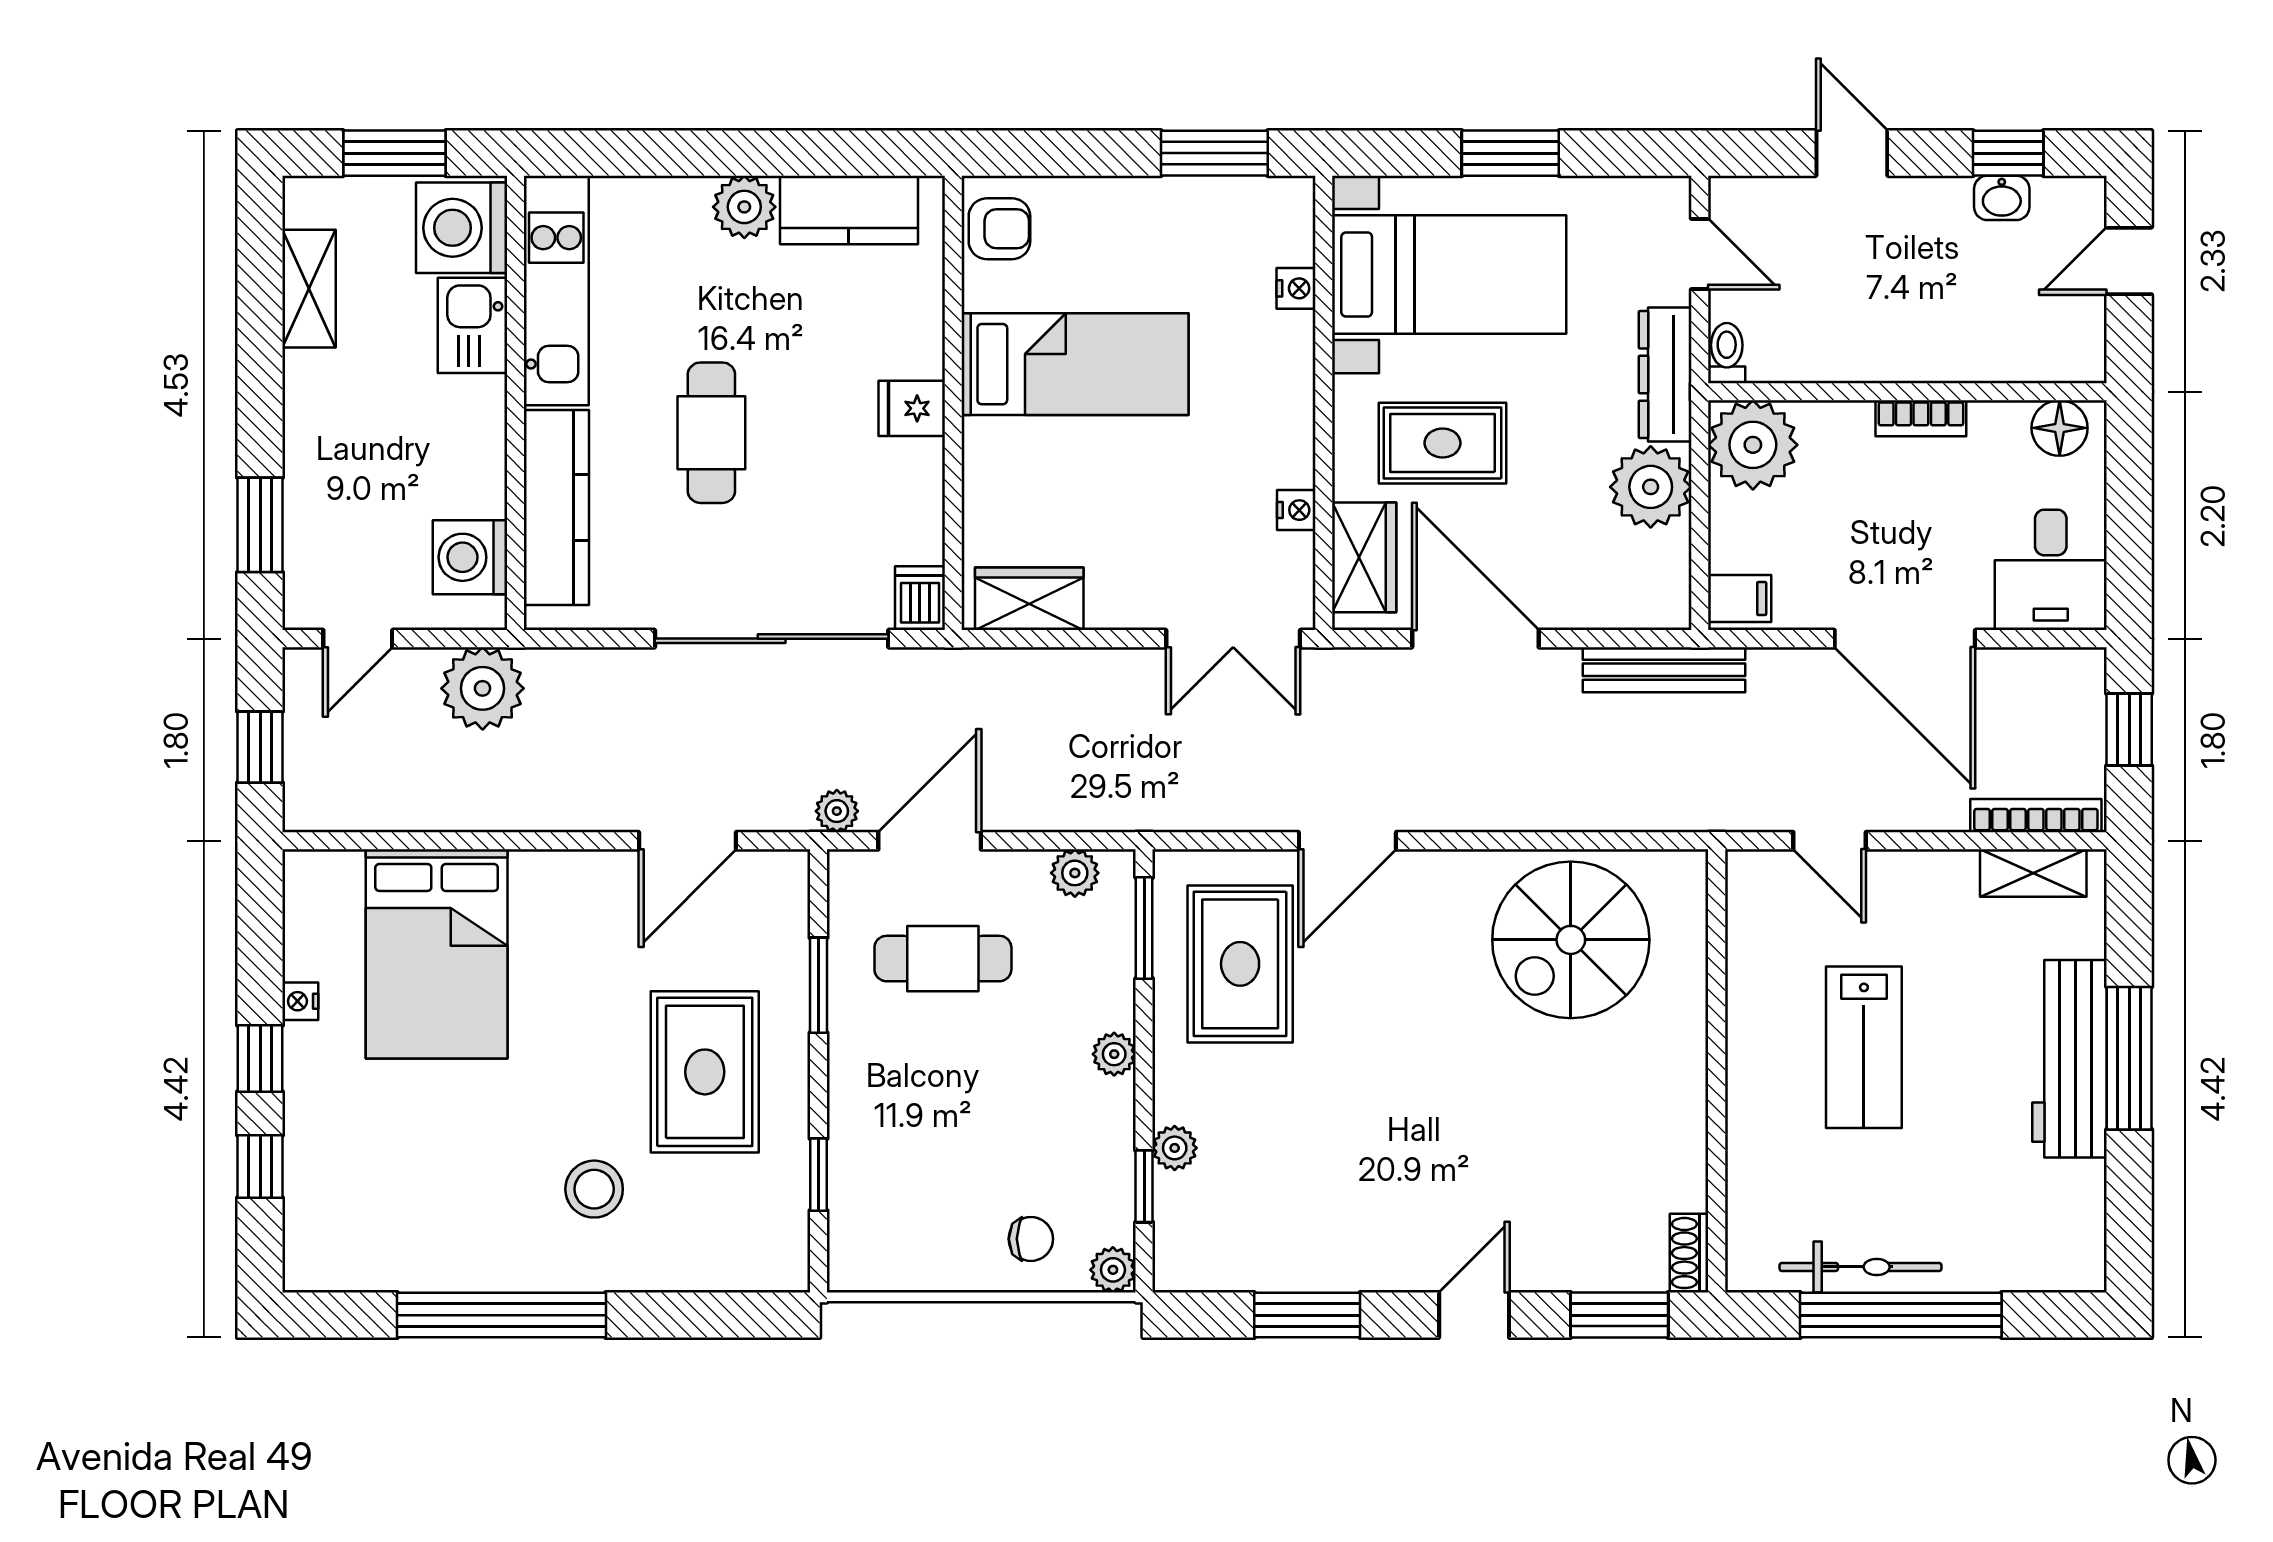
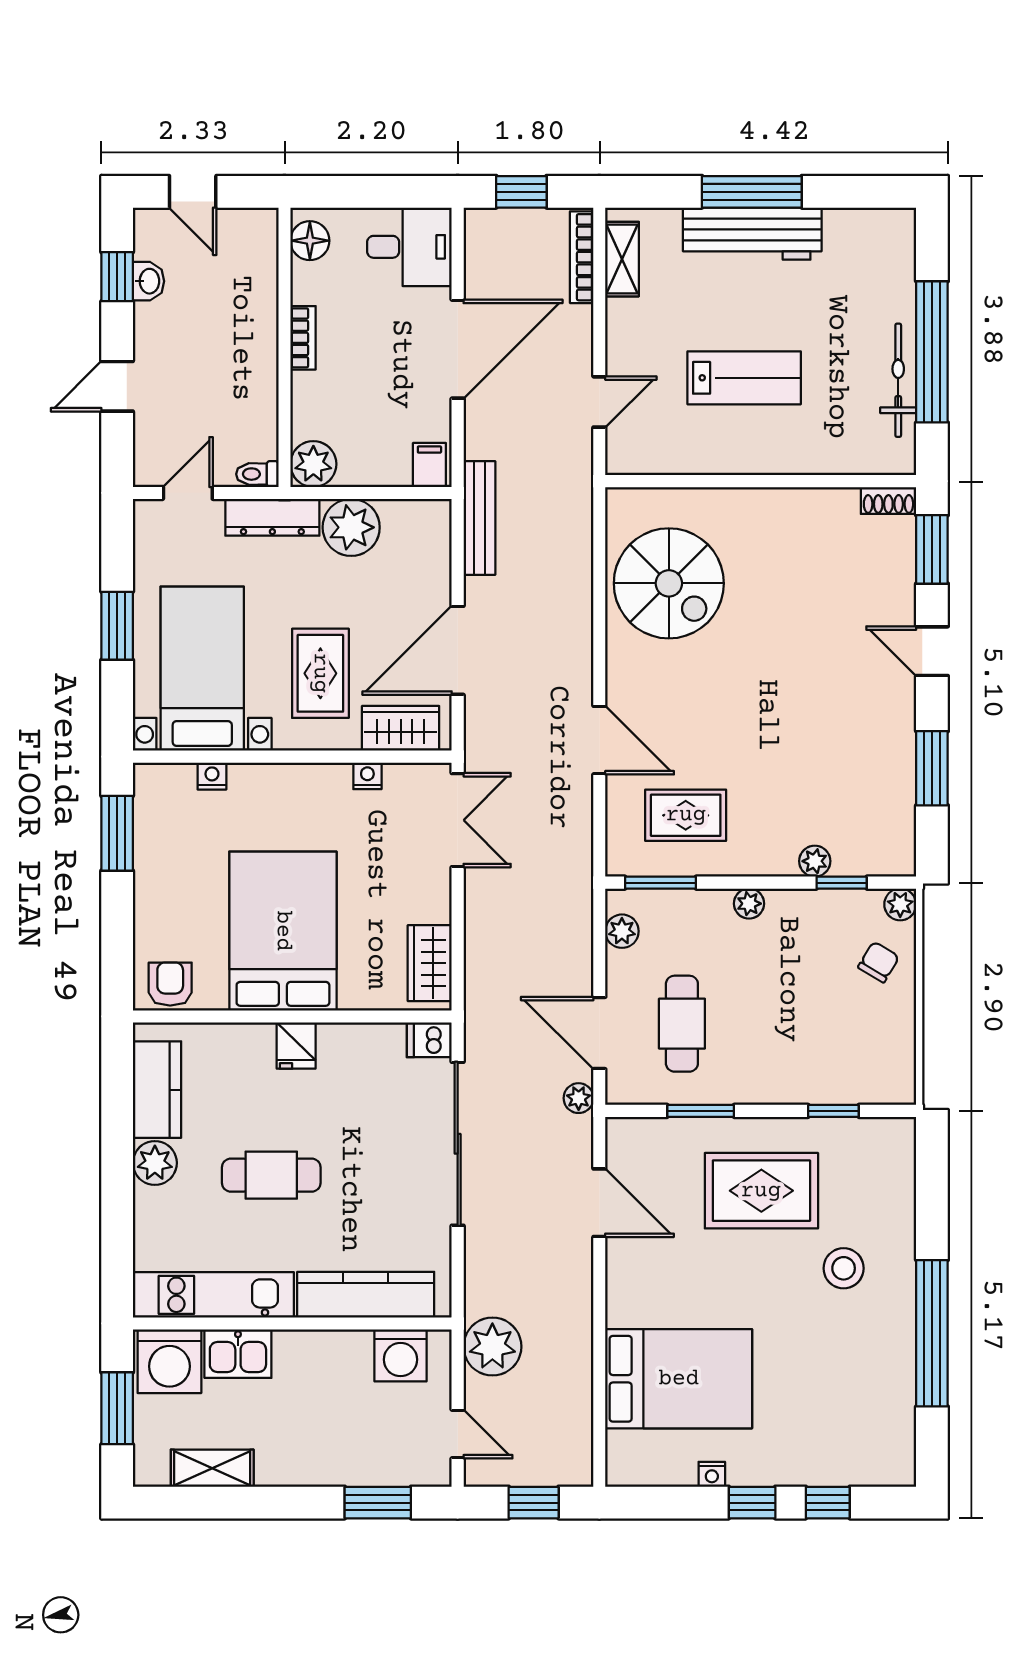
bed: (1075, 364) -> (283, 931), width x1.50
cafe table: (711, 433) -> (271, 1175), moved
plant: (1753, 445) -> (313, 464), width x0.73, depth x0.73
rug: (1240, 964) -> (686, 815), width x0.73, depth x0.70
chair: (1031, 1239) -> (879, 962), turned 31

